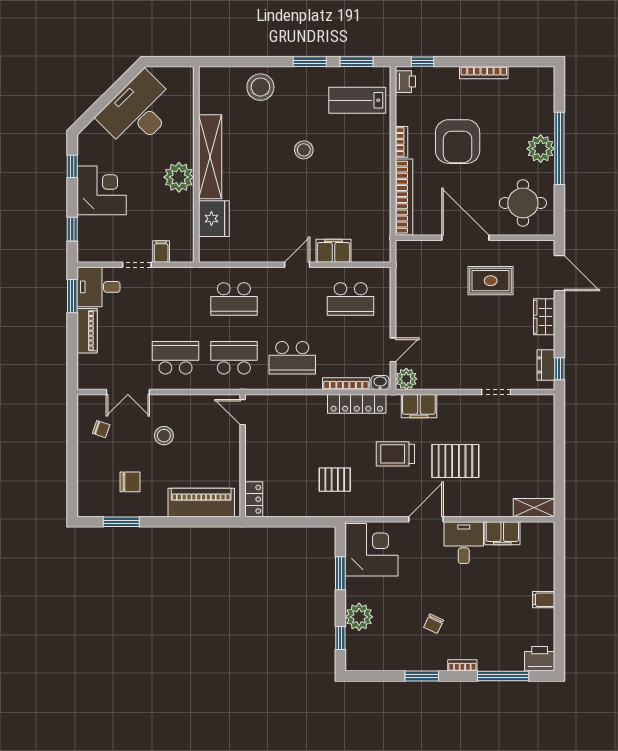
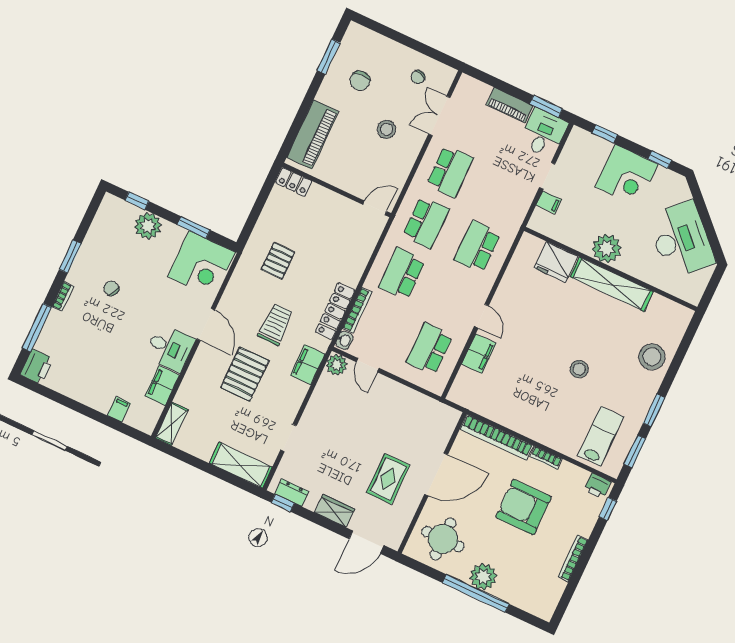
shelving: (542, 425) -> (241, 465), added
filing cabinet: (544, 600) -> (119, 409), moved

